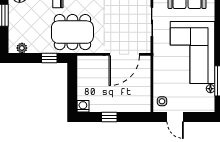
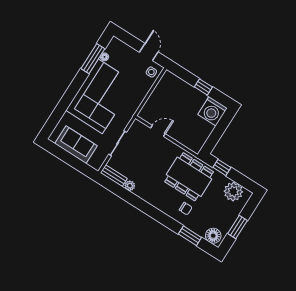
plant: (22, 48) -> (233, 192), width x1.87, depth x1.87
door: (124, 54) -> (158, 131), width x0.53
washing machine: (83, 106) -> (212, 111), width x1.89, depth x1.89

